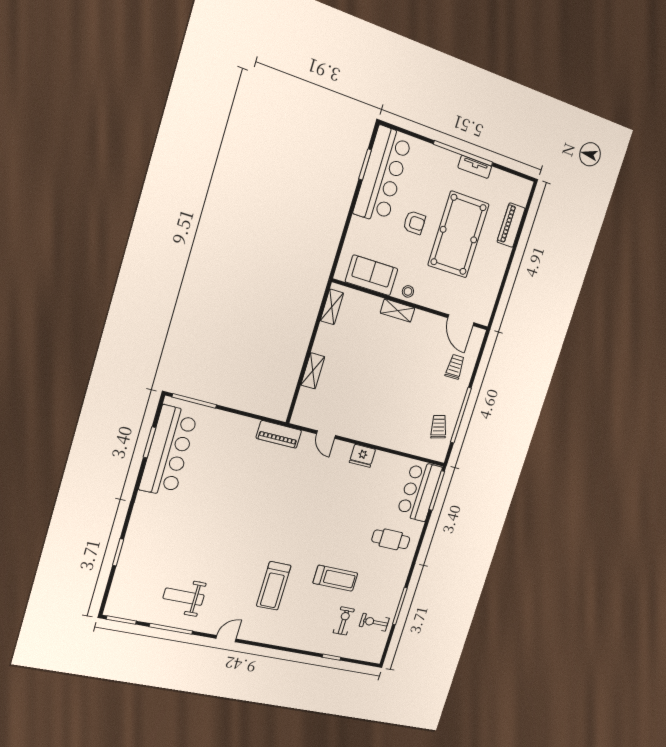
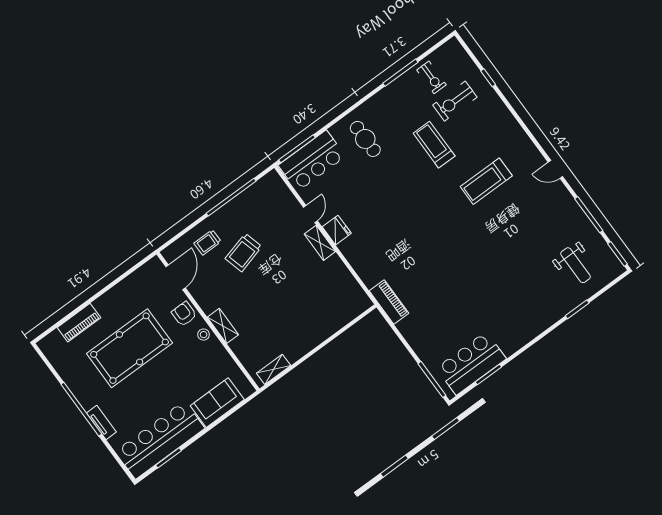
tv unit: (475, 167) -> (101, 422), moved
armchair: (414, 223) -> (184, 314), moved
sofa: (372, 275) -> (217, 403), moved, turned 90
shelving: (313, 371) -> (320, 243), moved, turned 90
trolley: (439, 427) -> (244, 253), moved, width x1.36, depth x1.39
door: (326, 435) -> (310, 214), moved
bar counter: (168, 451) -> (471, 363), width x0.73
treadmill: (274, 586) -> (486, 181), turned 180
weight bench: (184, 597) -> (576, 265), moved
exercise bike: (344, 621) -> (455, 101), width x1.38, depth x1.39

